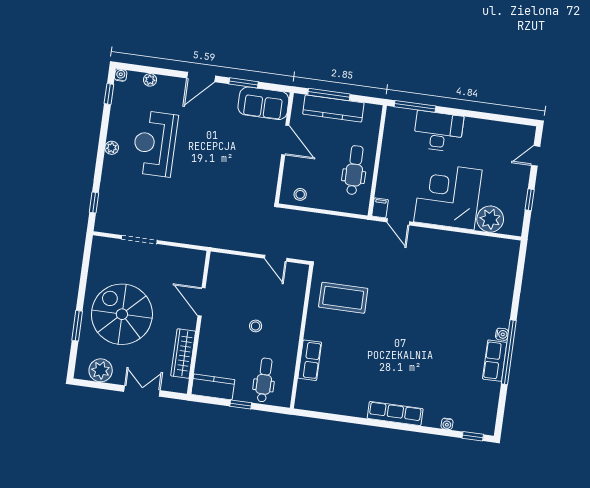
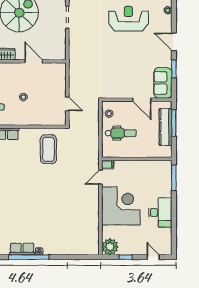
desk: (438, 131) -> (160, 213), moved
door: (285, 140) -> (142, 100), hinge flipped
dental chair: (354, 170) -> (121, 133), moved
plant: (490, 219) -> (110, 247), moved
door: (276, 258) -> (67, 104), swing flipped
door: (202, 302) -> (34, 61), hinge flipped

